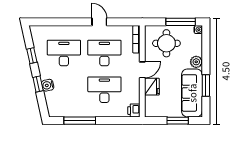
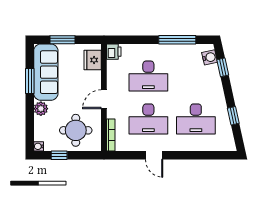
window: (181, 22) -> (59, 155), width x0.46
window: (38, 84) -> (223, 67), moved
water cooler: (48, 85) -> (210, 57), moved
fridge: (152, 87) -> (93, 60), moved

